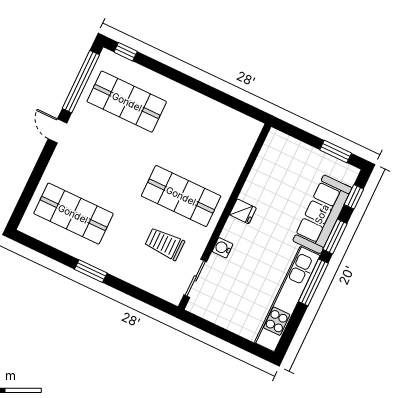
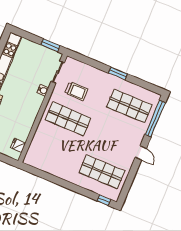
window: (81, 82) -> (155, 119), moved
fridge: (243, 211) -> (18, 145), moved
window: (206, 326) -> (50, 45), added

